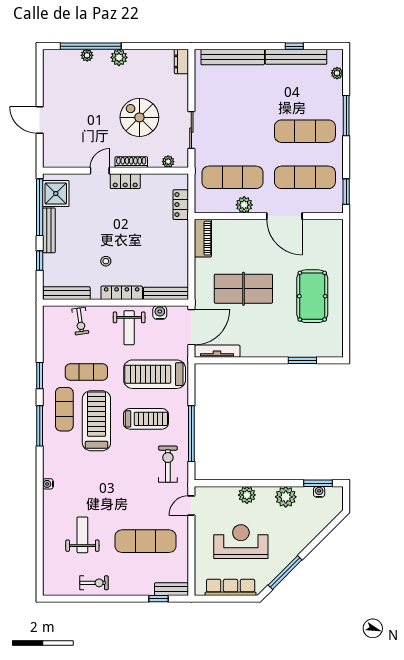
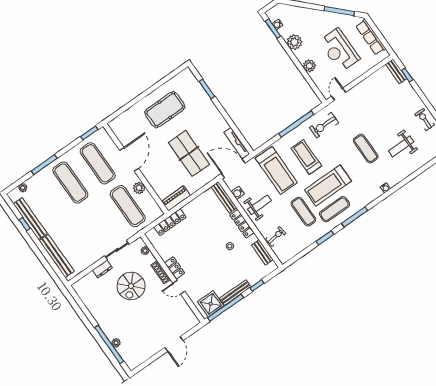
plant: (119, 57) -> (104, 323), removed
dresser: (181, 62) -> (102, 269), moved
locker: (181, 205) -> (170, 222), width x1.53
bench: (67, 293) -> (262, 252), width x0.73
door: (191, 506) -> (339, 94), swing flipped
exercise mat: (146, 541) -> (366, 149), moved, width x0.73, depth x0.69

